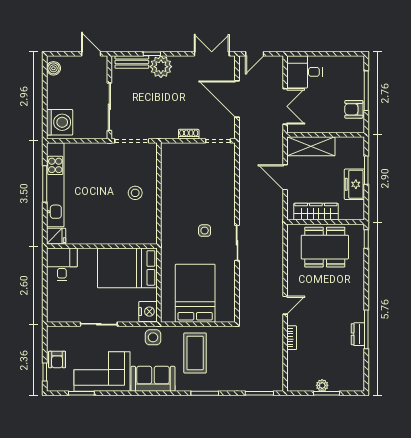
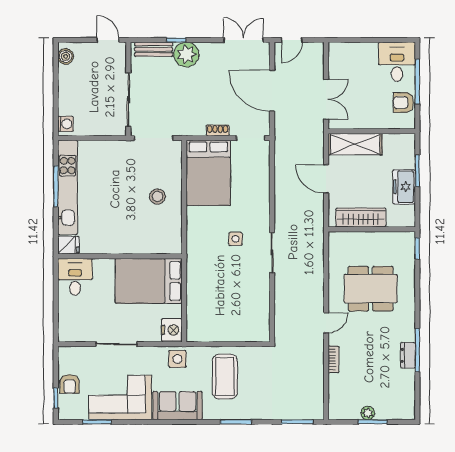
desk: (304, 72) -> (397, 62), moved, turned 90
washing machine: (60, 122) -> (66, 124), width x0.53, depth x0.53
dining table: (325, 247) -> (371, 289), moved
bed: (195, 293) -> (208, 173), moved, turned 180

